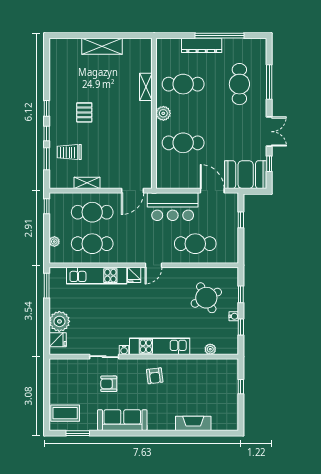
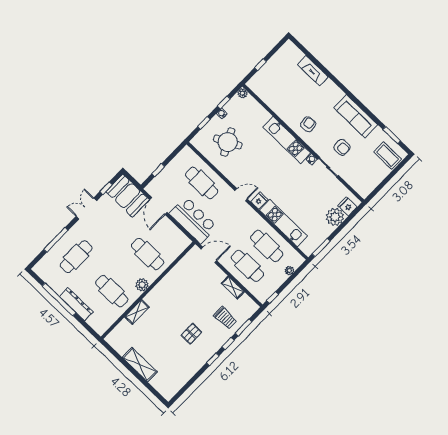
plant: (210, 349) -> (242, 93), moved

